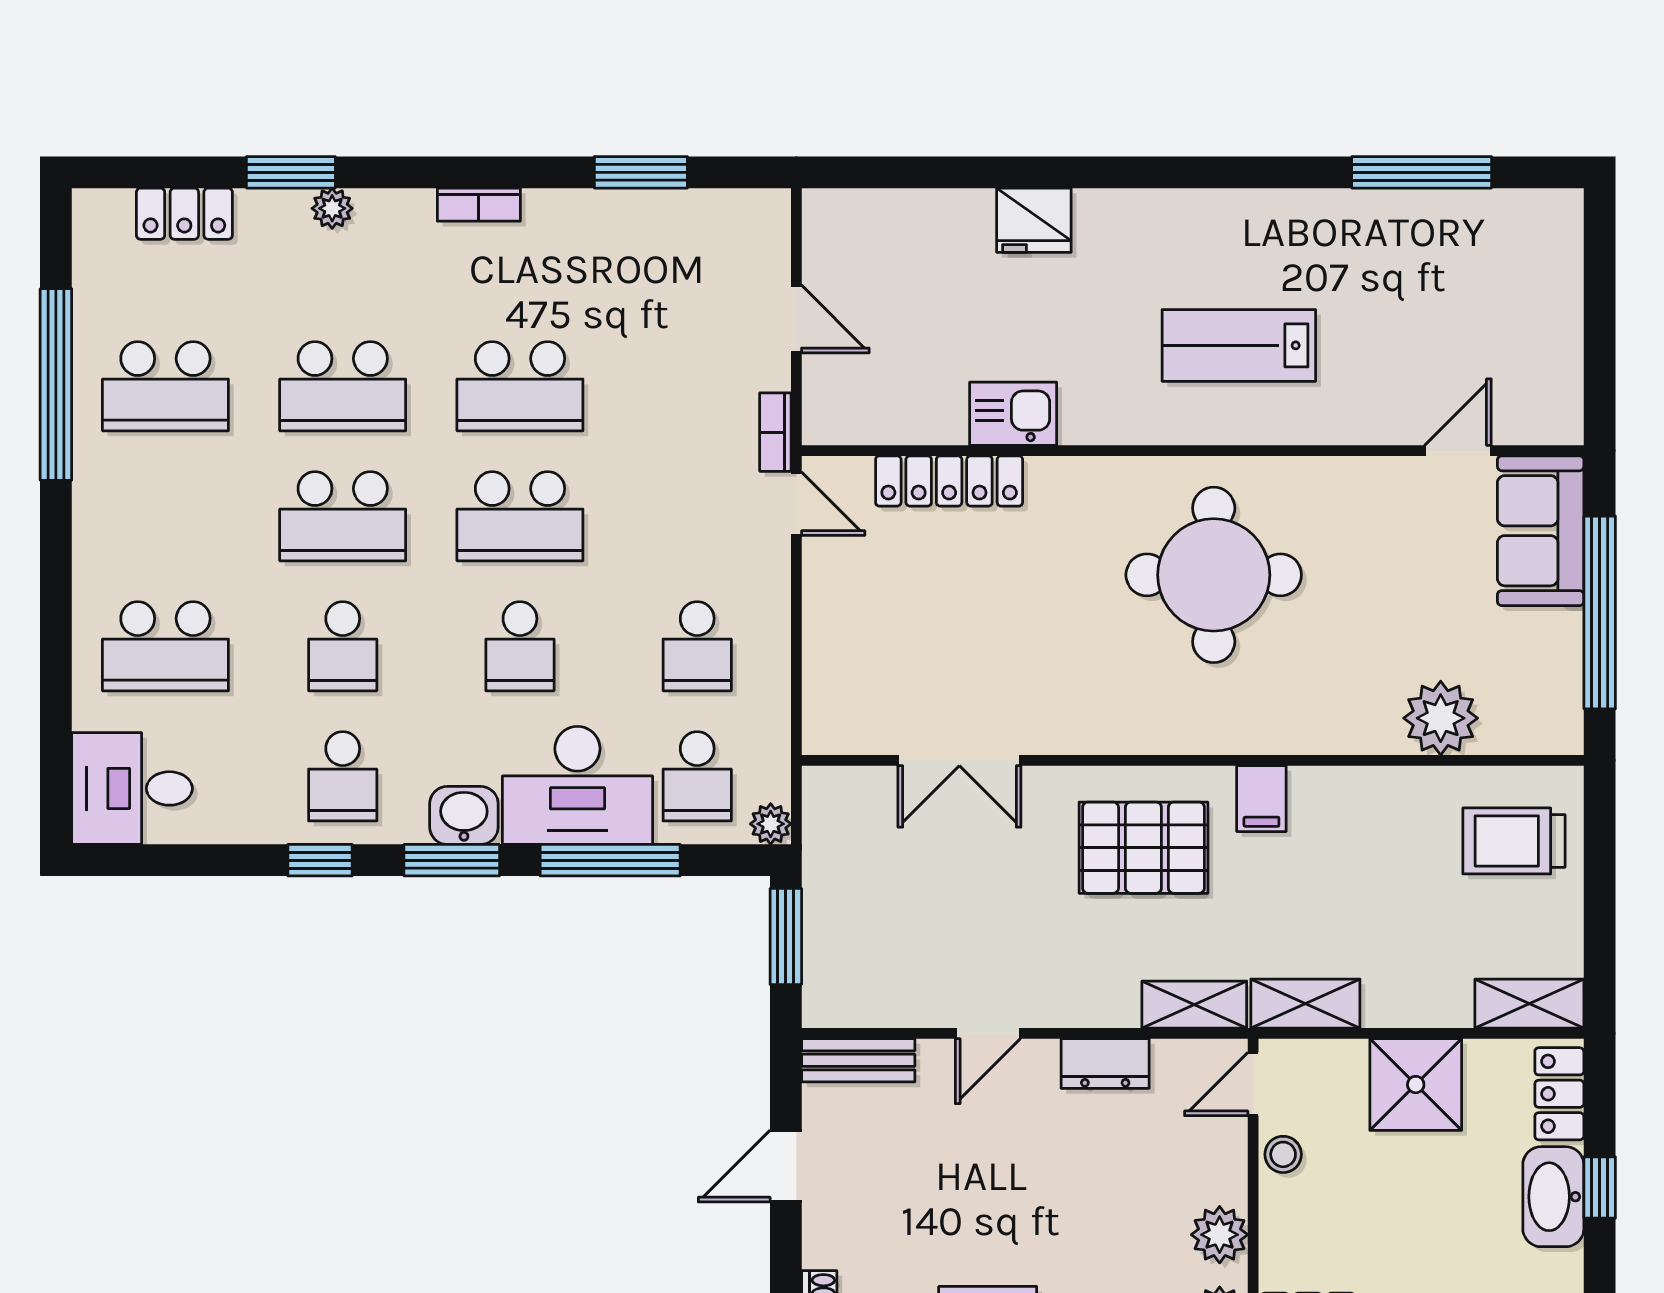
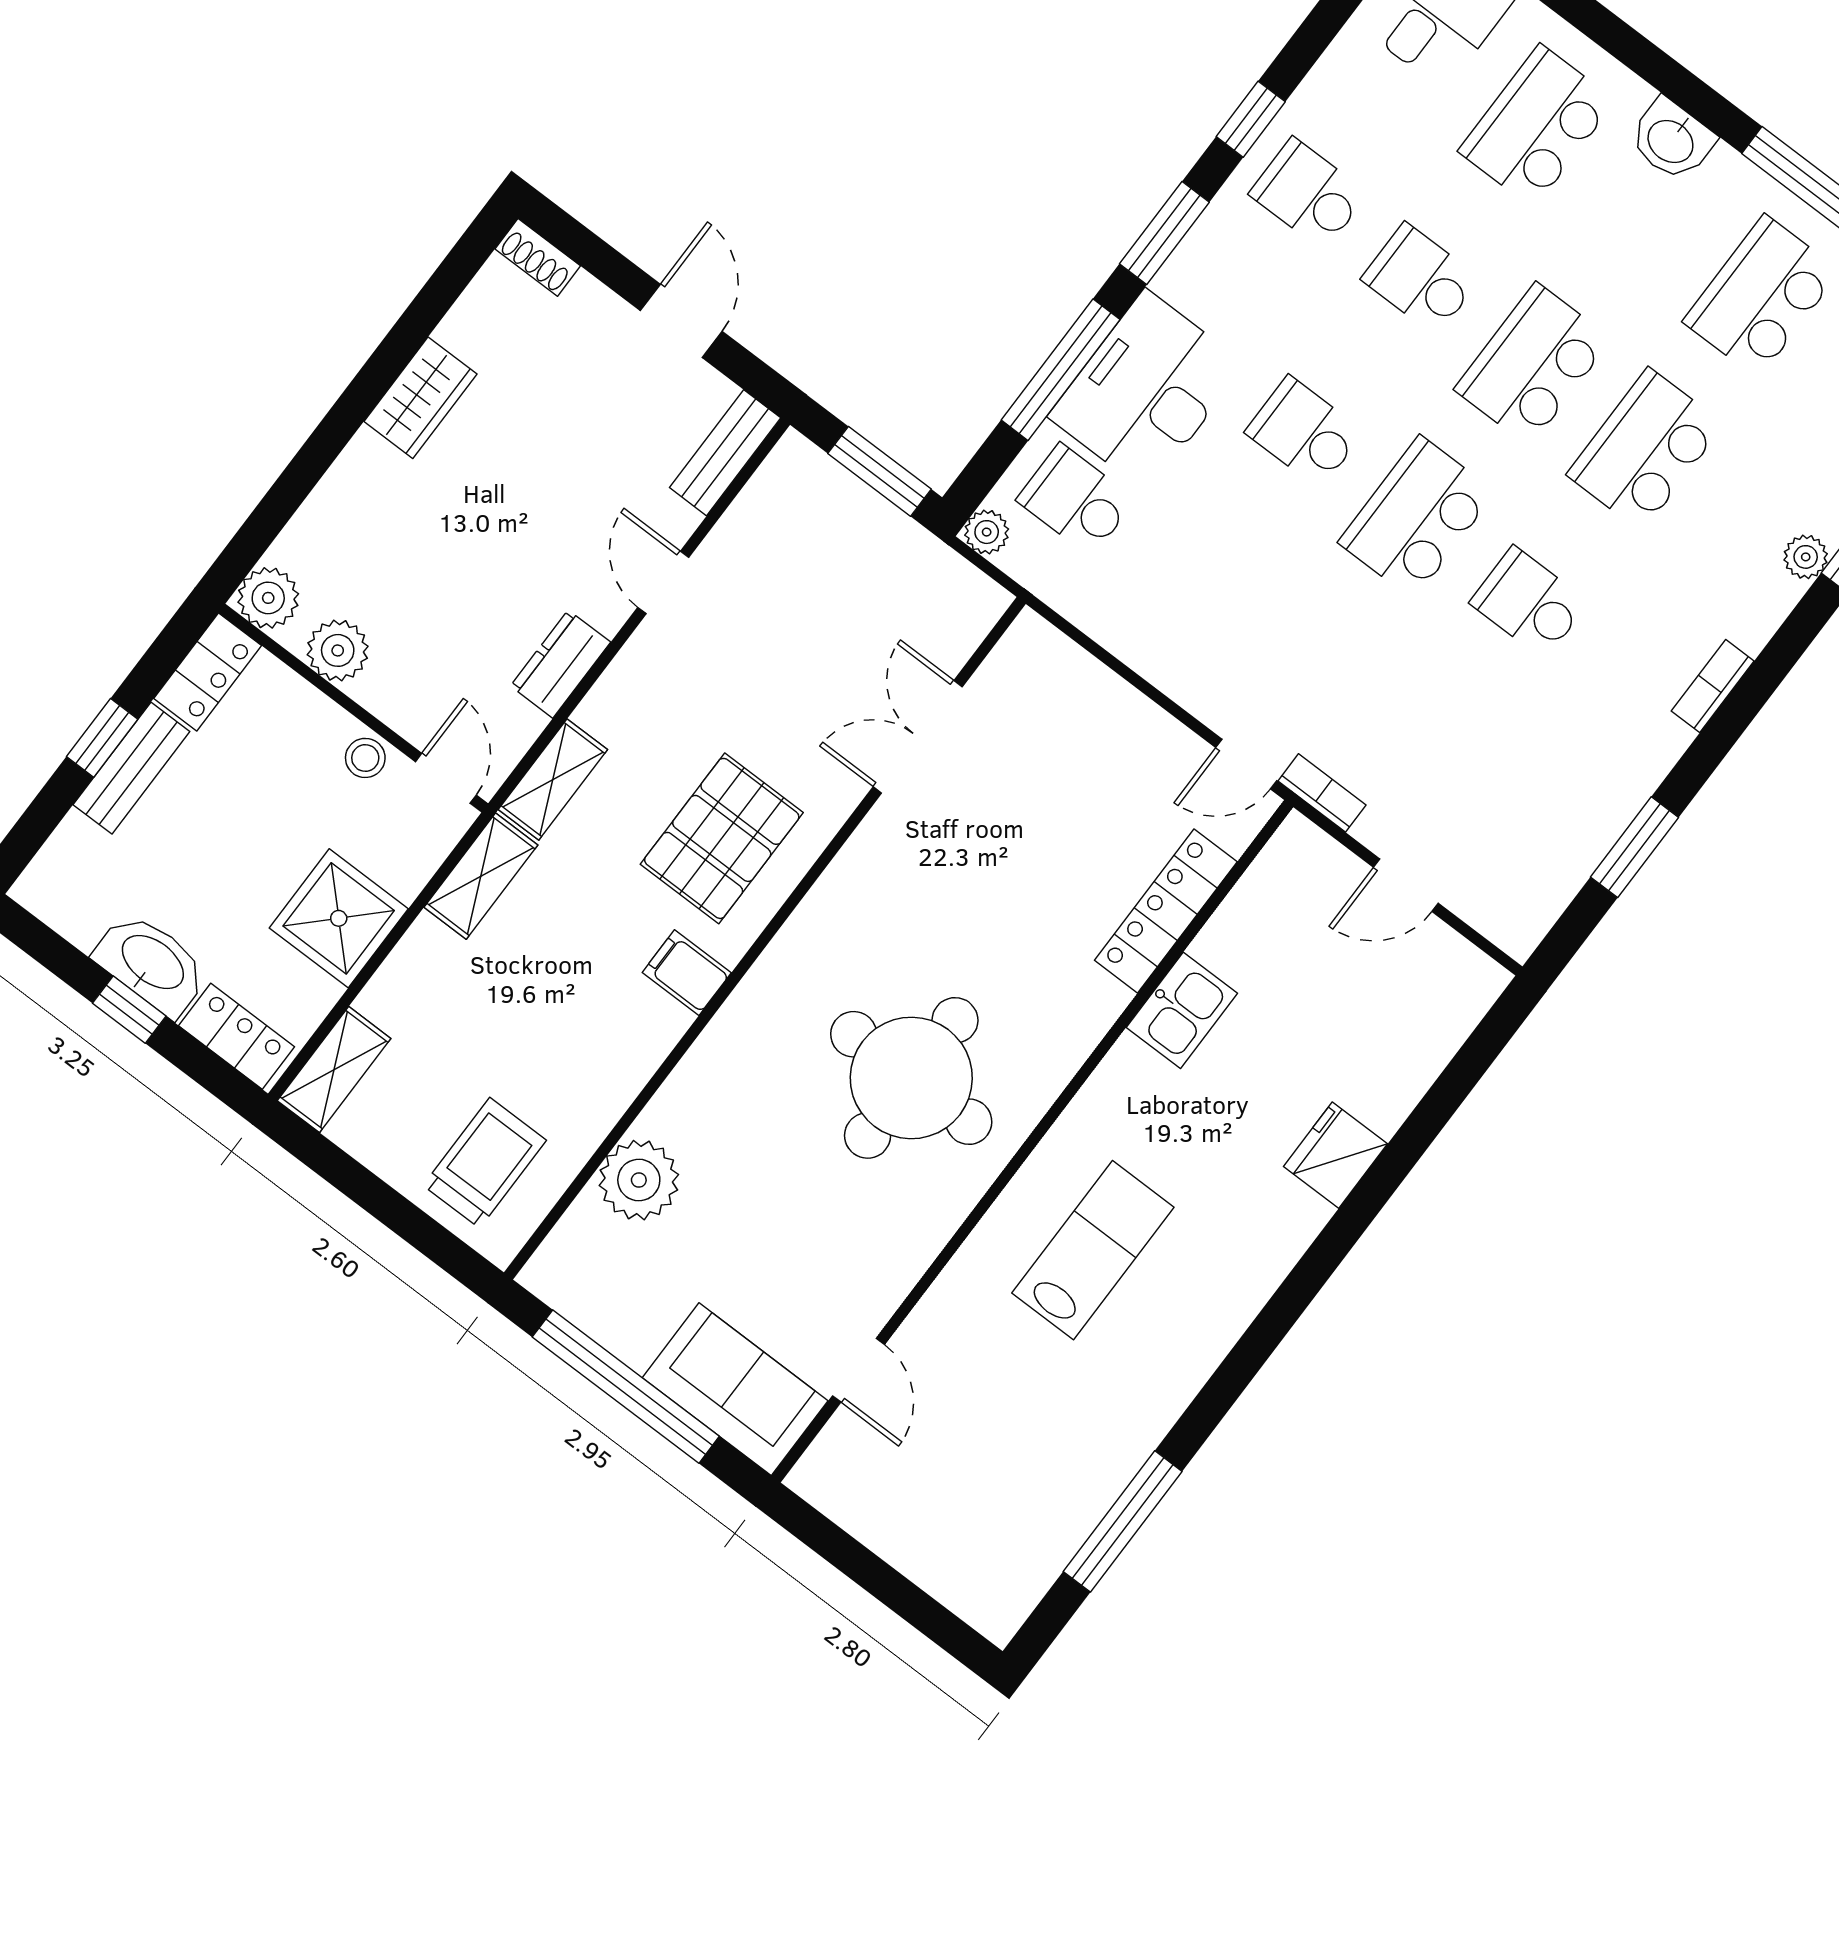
school desk: (520, 386) -> (1529, 603), width x0.54
school desk: (697, 646) -> (1188, 585), removed
washbasin: (464, 815) -> (1672, 140), moved, turned 90

